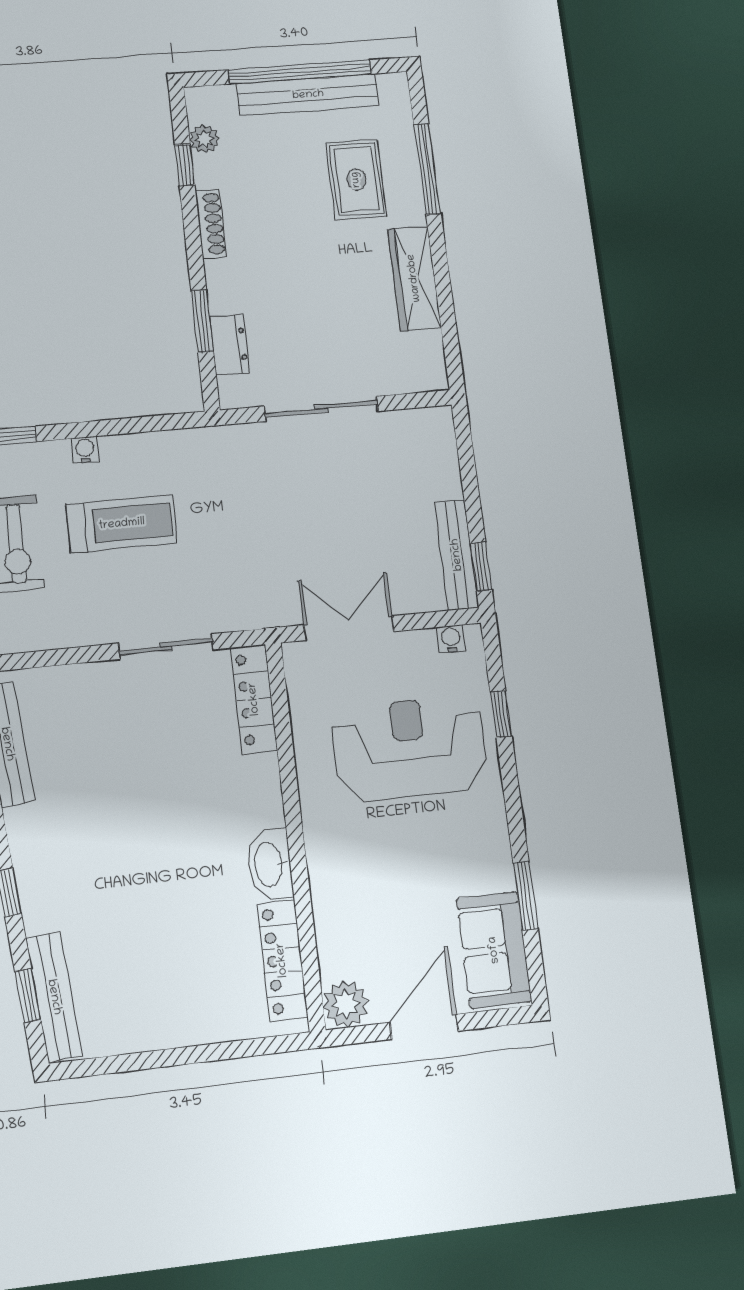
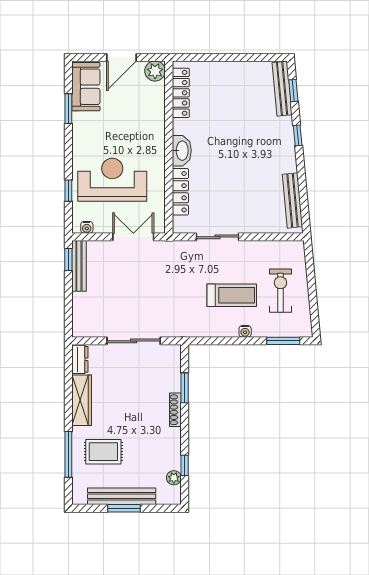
window: (300, 72) -> (124, 508), width x0.47
rug: (356, 180) -> (103, 452), turned 90
shoe rack: (211, 224) -> (175, 410), moved
dresser: (230, 345) -> (80, 359), moved, turned 180
treadmill: (122, 524) -> (232, 295), turned 180
double door: (349, 628) -> (133, 237), swing flipped
locker: (254, 699) -> (180, 192), moved
reception desk: (410, 748) -> (112, 180), turned 180
washbasin: (270, 864) -> (182, 151), moved

